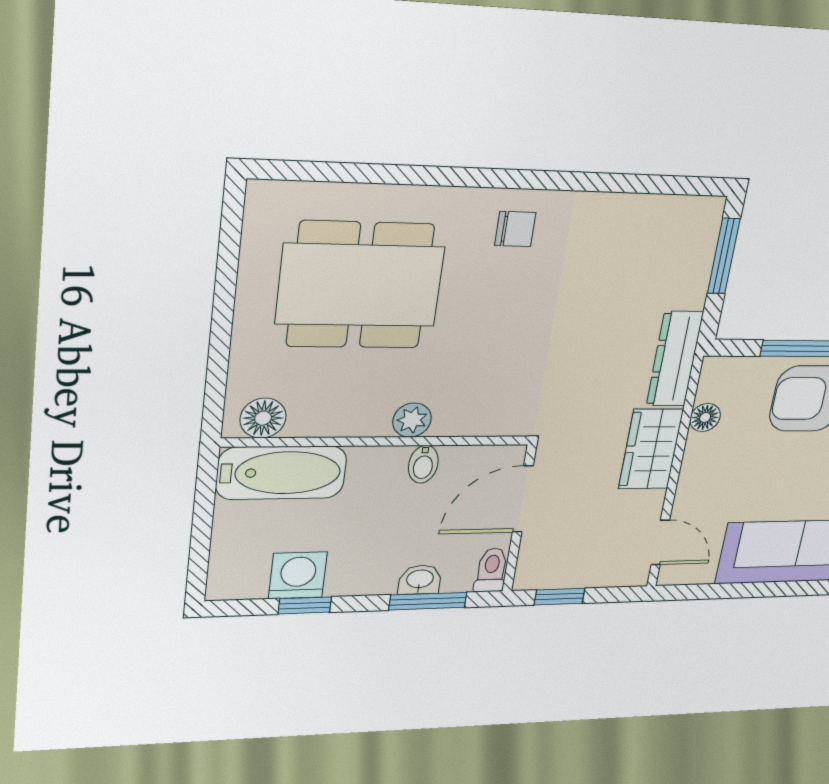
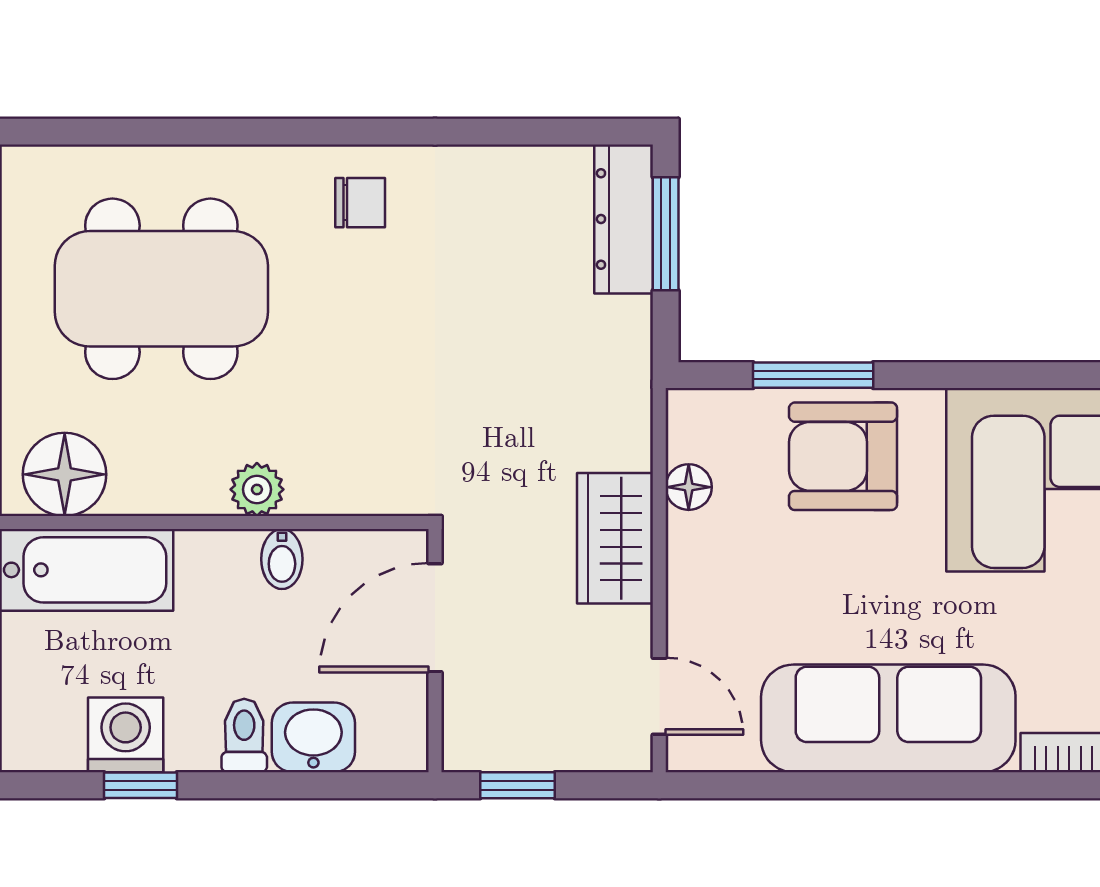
dresser: (675, 359) -> (624, 219), moved
floor lamp: (263, 418) -> (65, 474), width x1.38, depth x1.38
toilet: (491, 570) -> (244, 736), moved
washbasin: (420, 580) -> (313, 737), width x1.38, depth x1.45
window: (428, 601) -> (319, 785), removed

